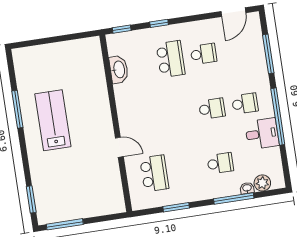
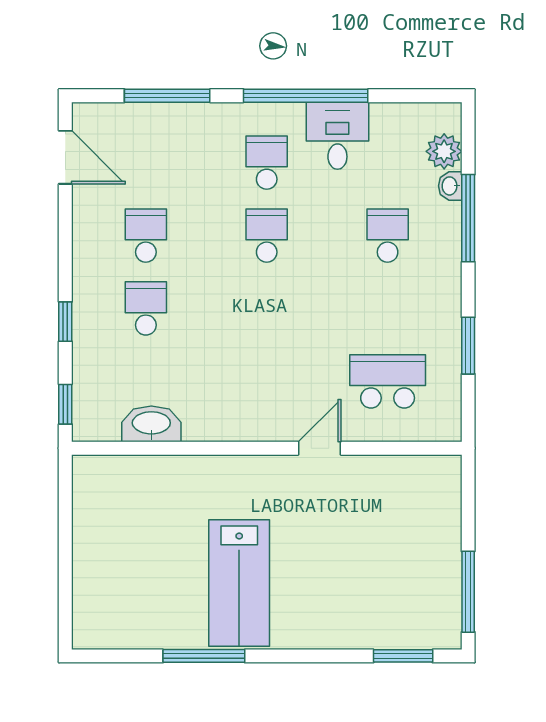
school desk: (171, 59) -> (146, 308), width x0.54
lab bench: (53, 120) -> (239, 583), turned -90

